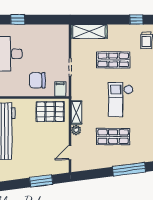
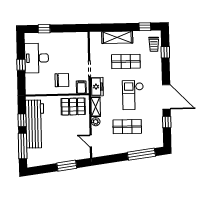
shelving: (89, 31) -> (117, 37), moved
chair: (37, 80) -> (62, 80), turned 180
freezer: (78, 89) -> (97, 87), added
door: (70, 153) -> (91, 141), hinge flipped

